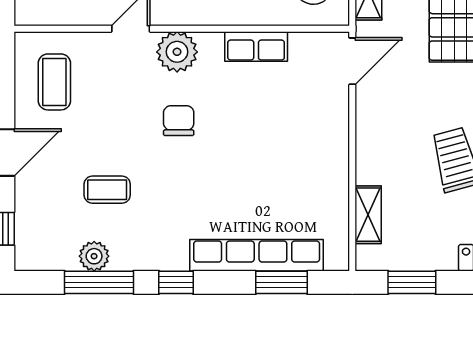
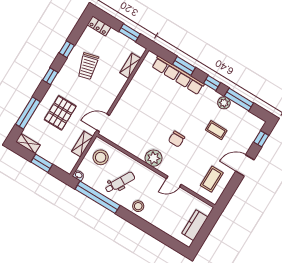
row of seats: (256, 46) -> (134, 148), removed
plant: (177, 52) -> (154, 158), moved
plant: (94, 256) -> (224, 103), moved
window: (281, 282) -> (184, 66), moved

